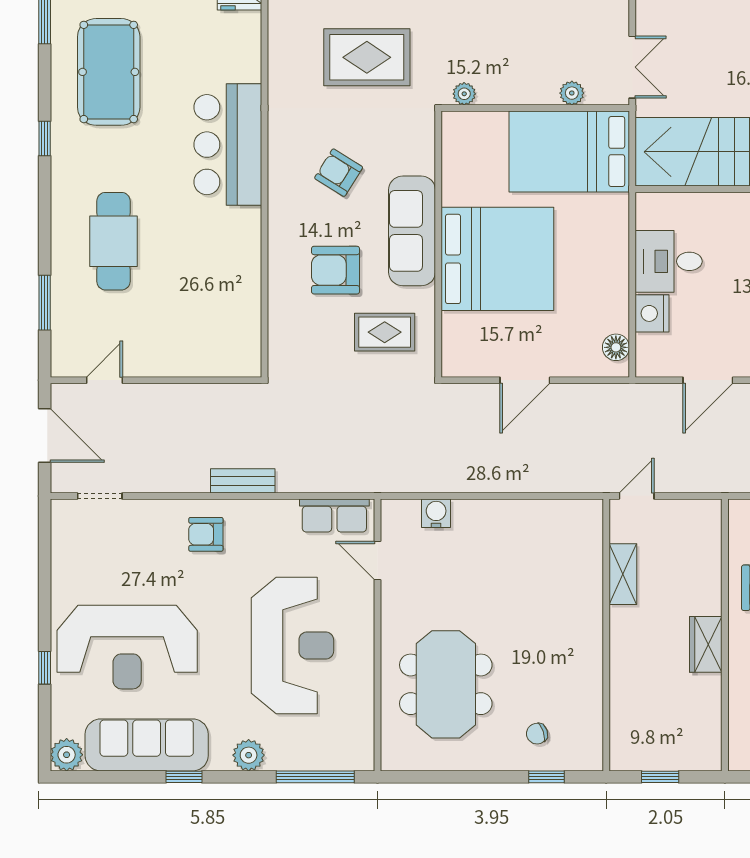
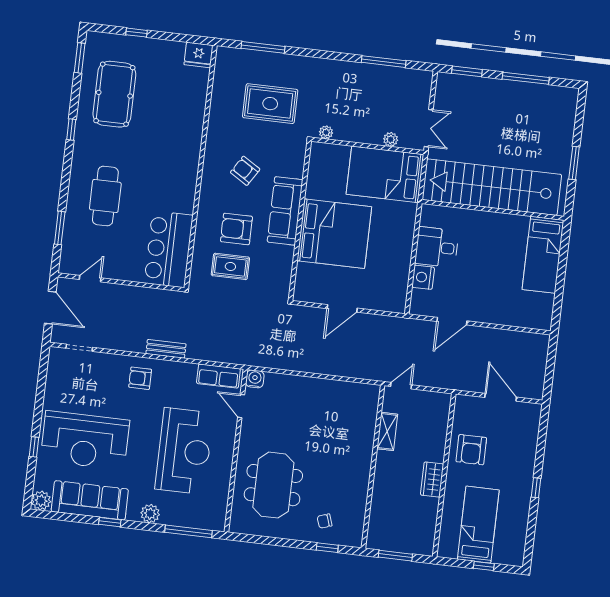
bar counter: (228, 145) -> (169, 249), moved
rug: (385, 332) -> (230, 266), moved
floor lamp: (616, 347) -> (399, 295), removed
water cooler: (436, 513) -> (255, 379), moved
window: (660, 777) -> (395, 556), width x1.50

